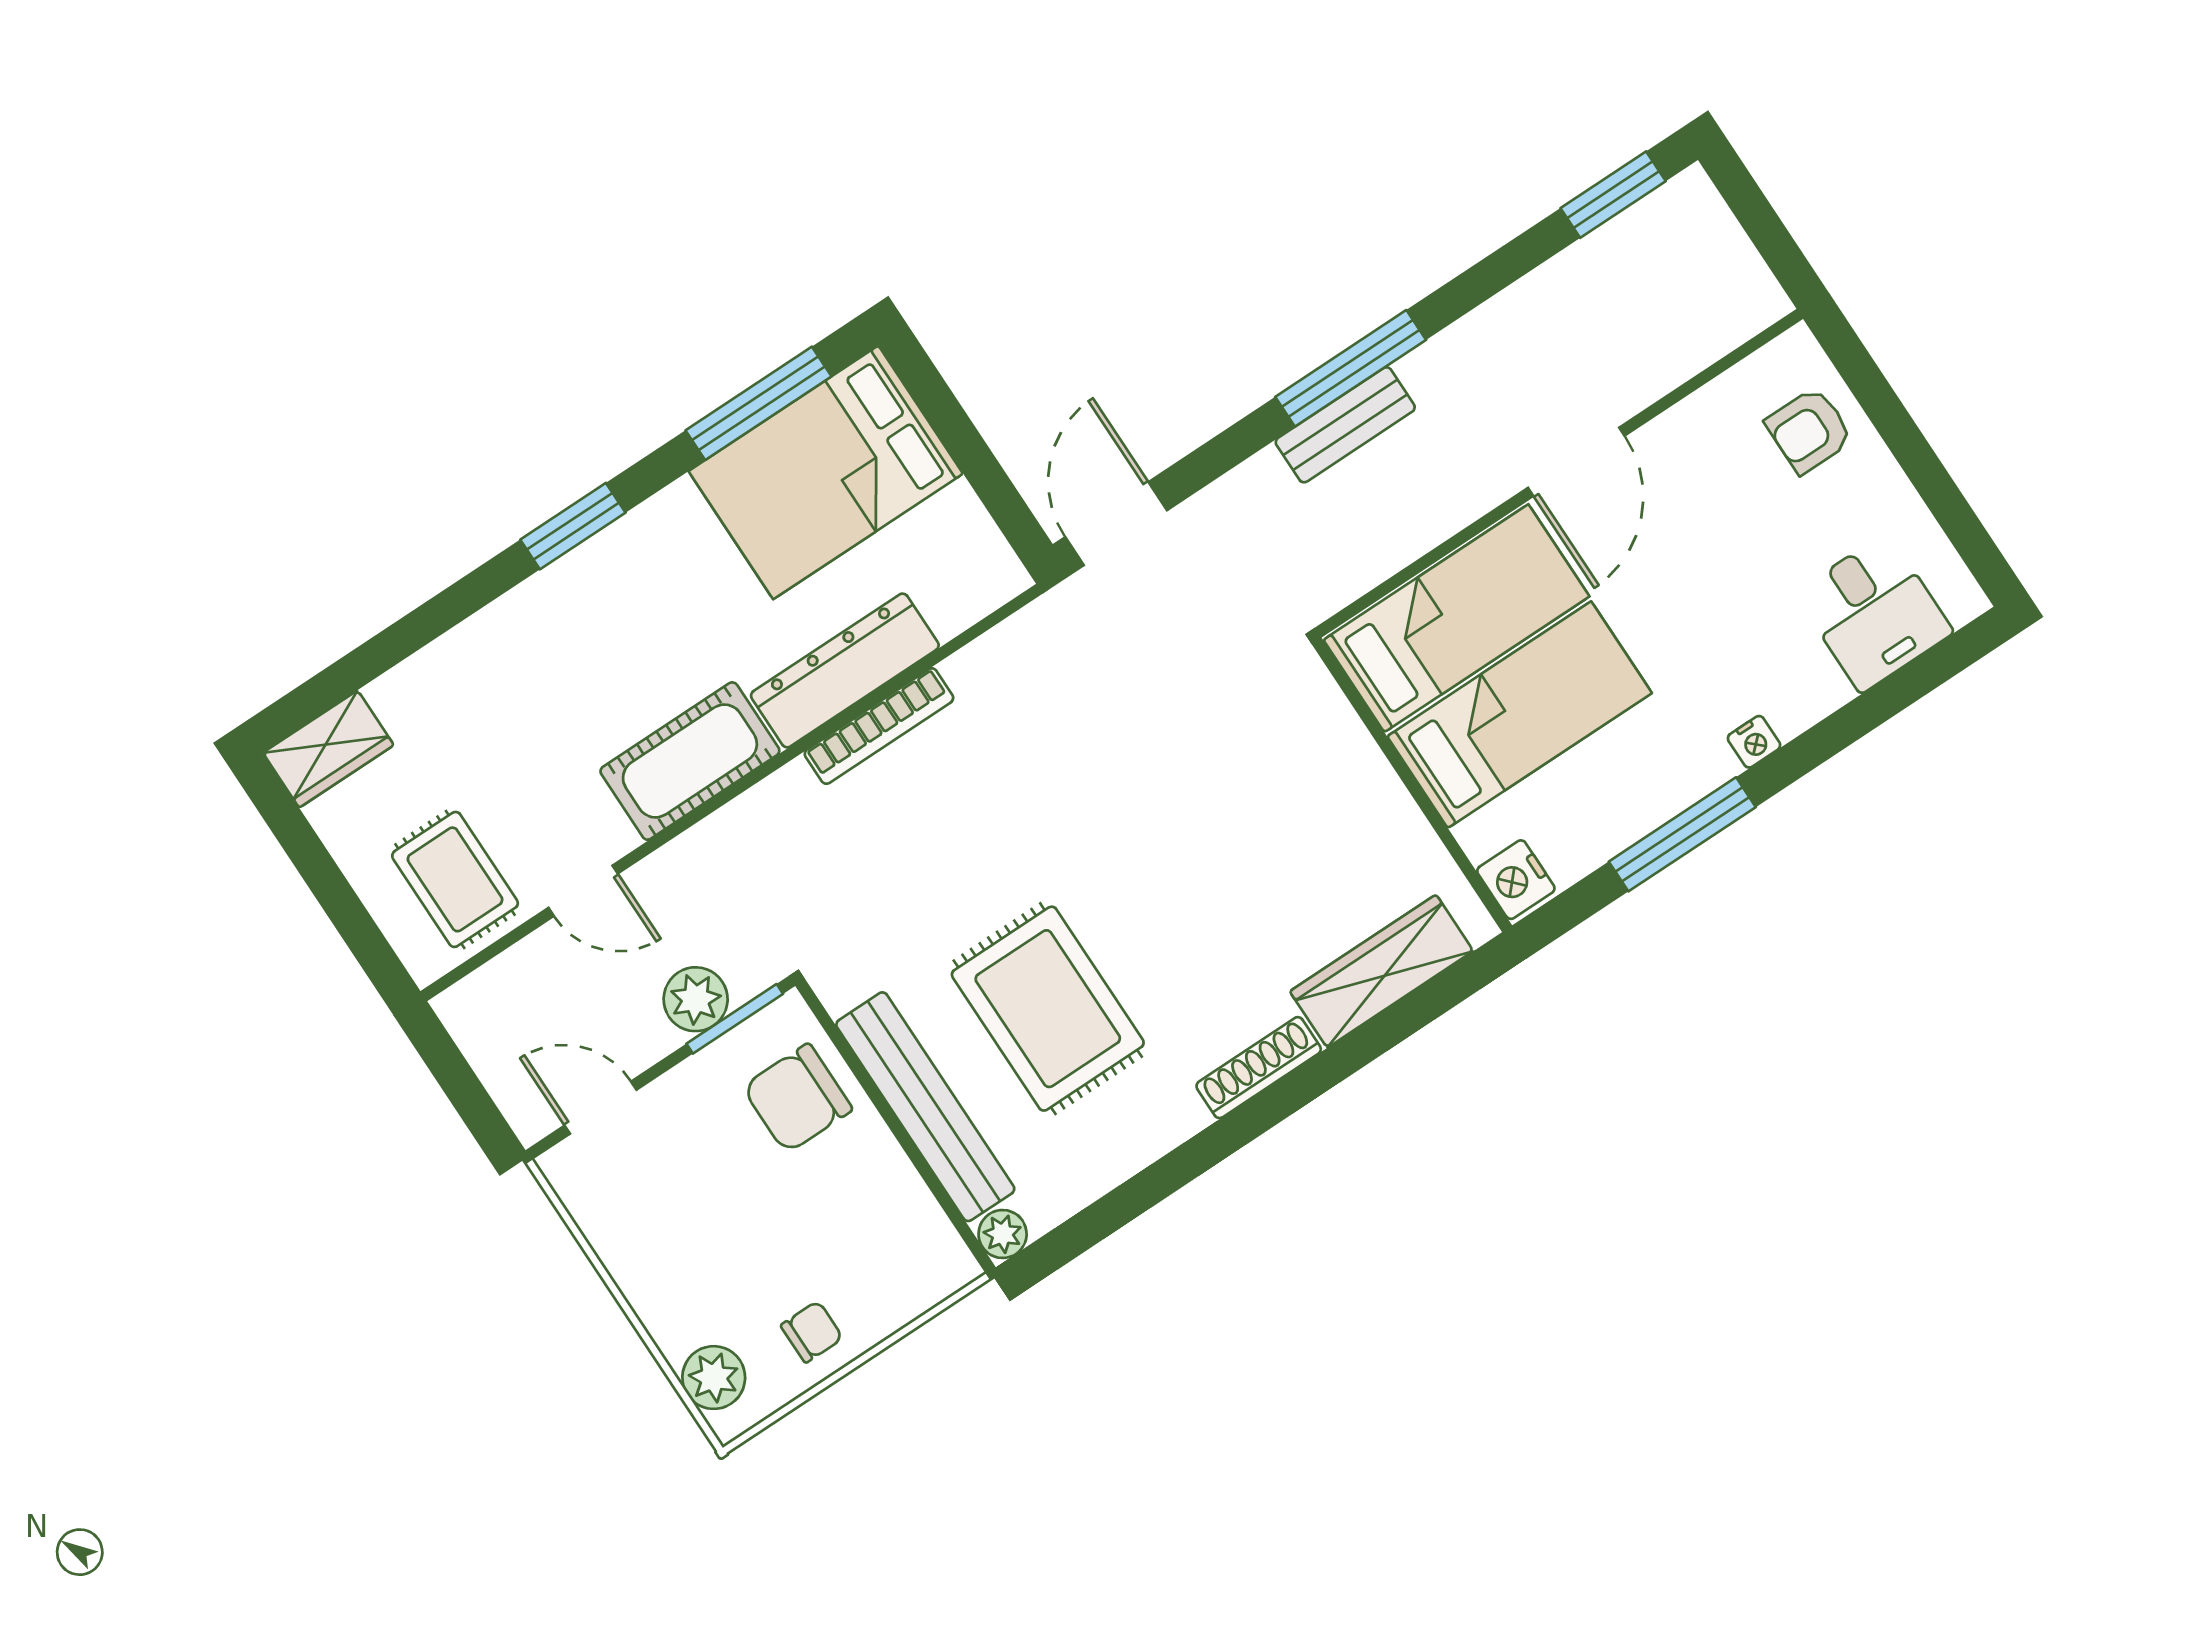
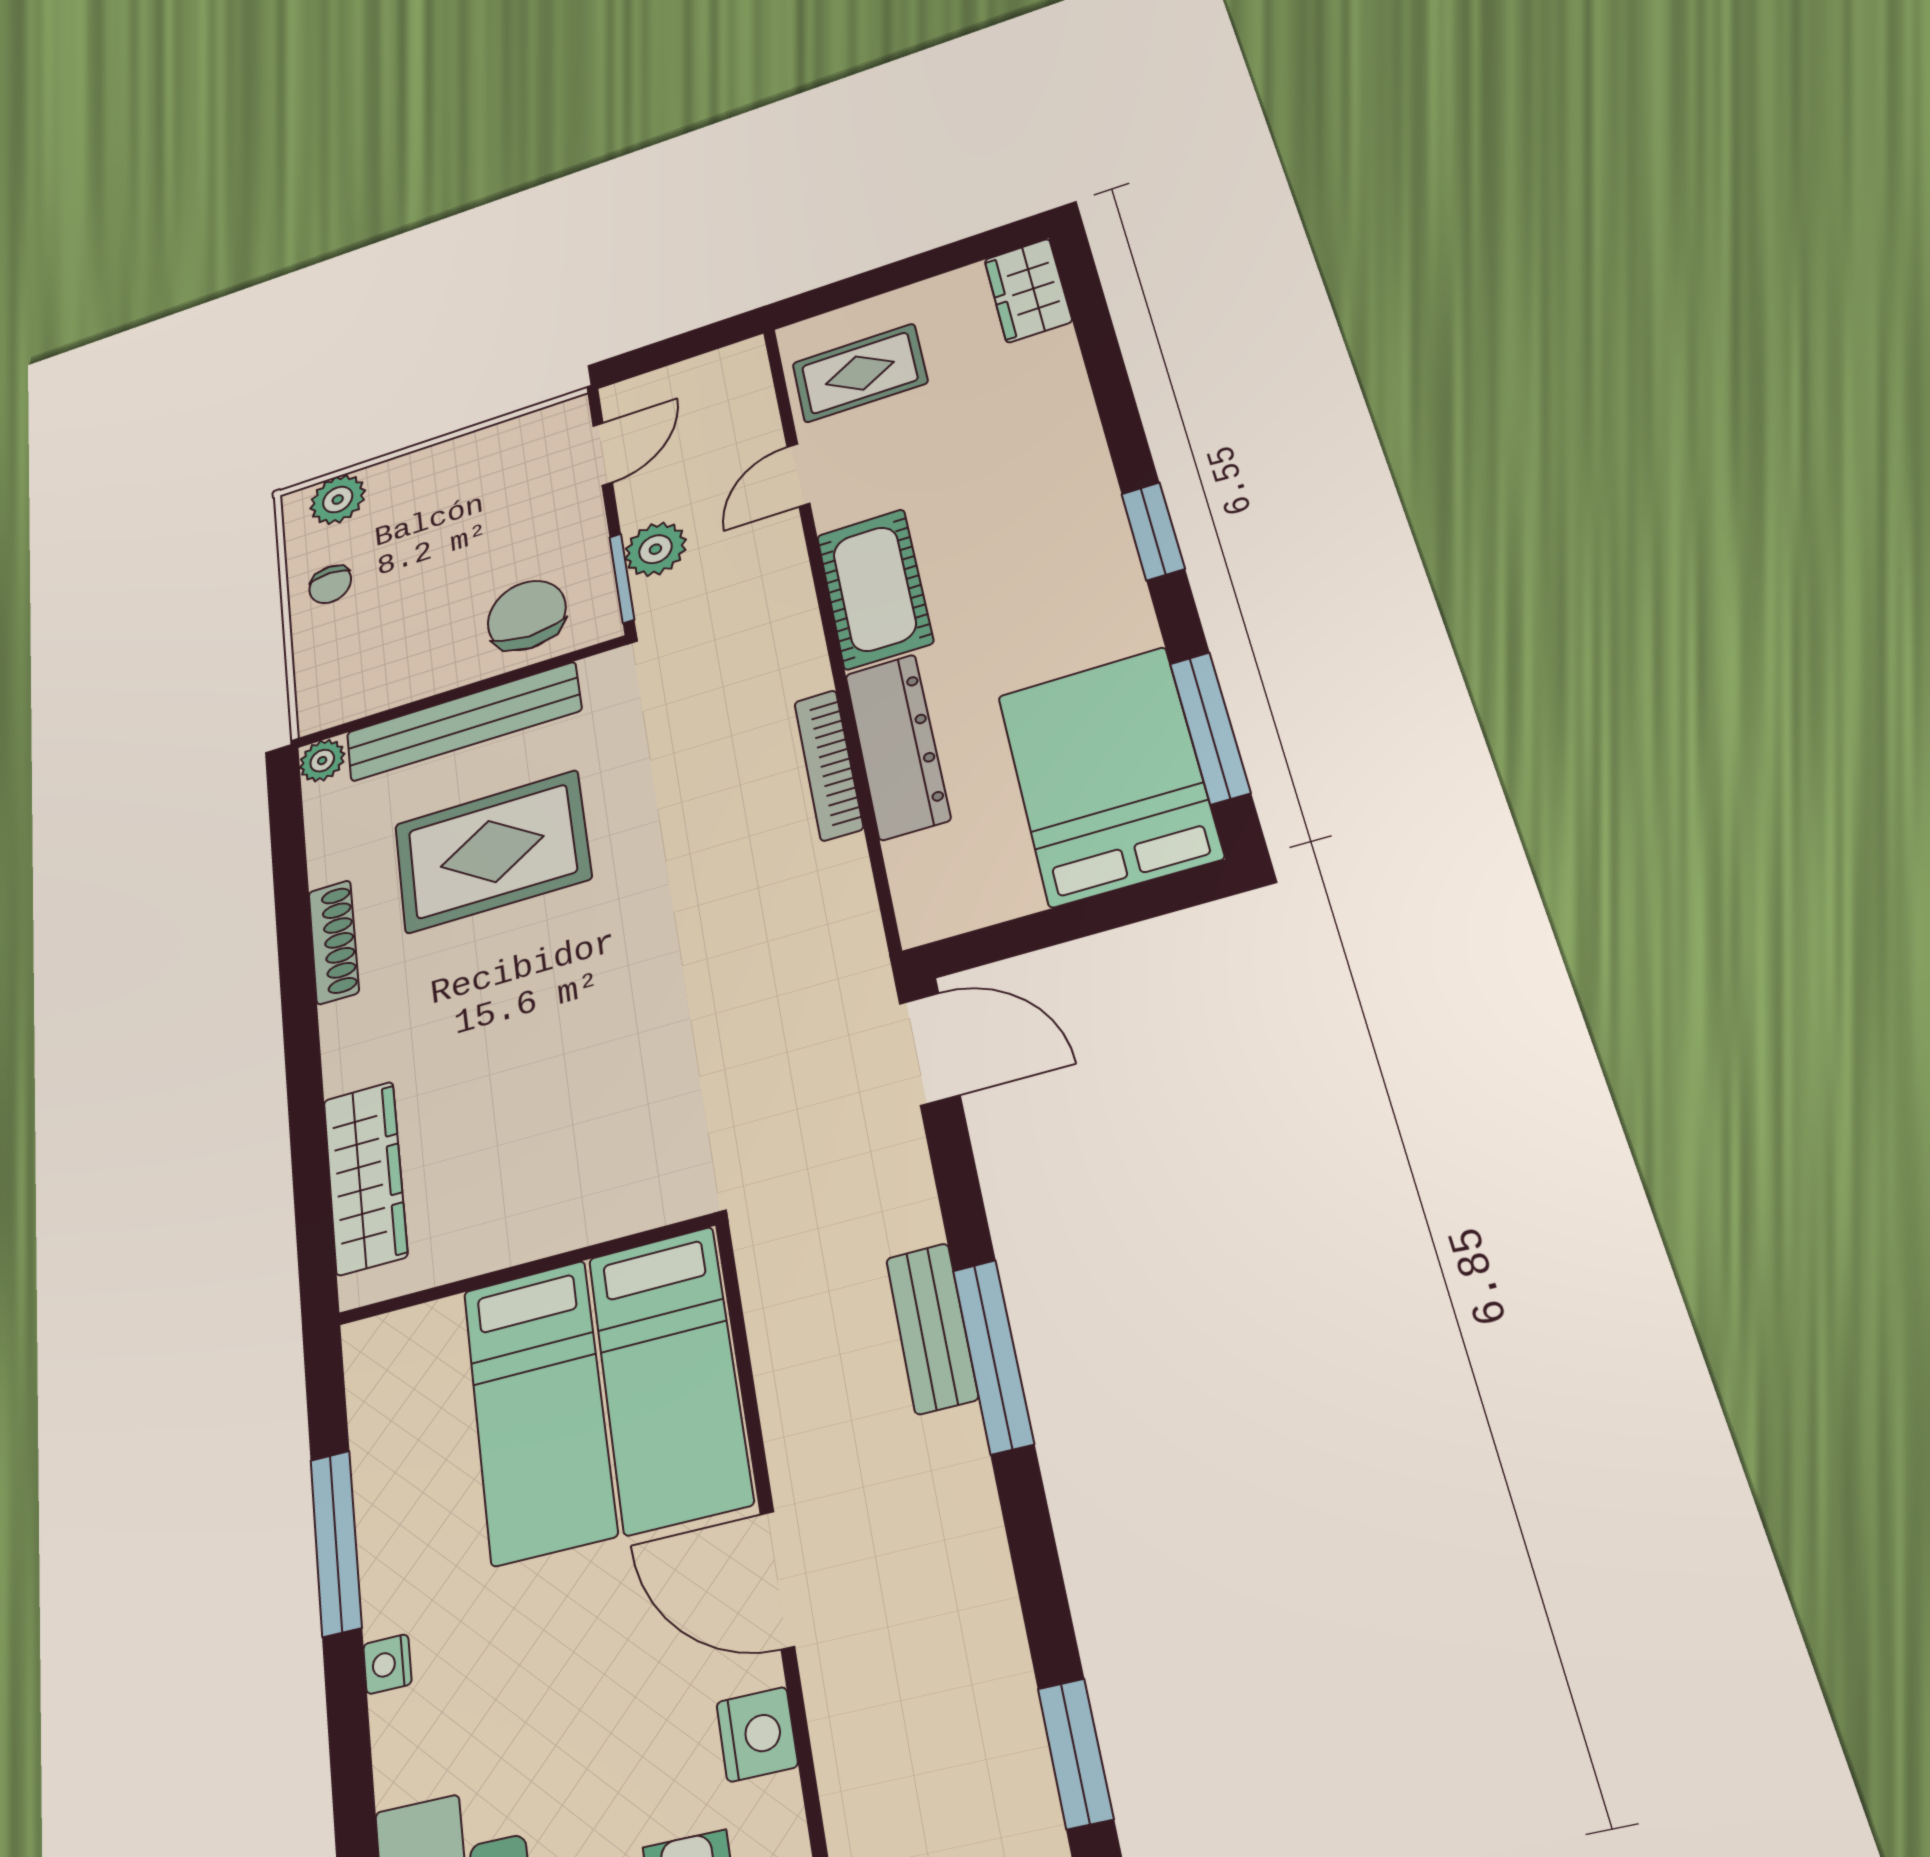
nightstand: (1516, 880) -> (757, 1734), moved, turned 90
shoe rack: (1259, 1068) -> (334, 942), moved

